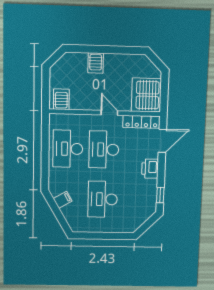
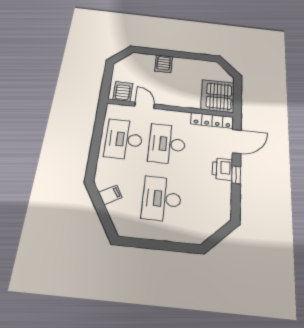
door: (109, 113) -> (145, 105), moved
window: (160, 195) -> (236, 175), moved

